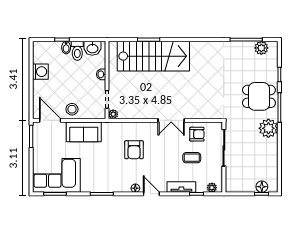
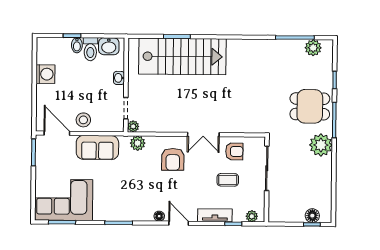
plant: (117, 128) -> (138, 143), added
armchair: (134, 150) -> (173, 159), moved

